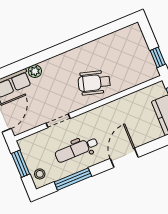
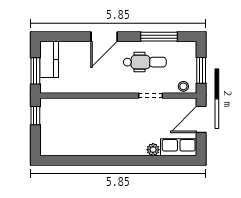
wheelchair: (94, 83) -> (103, 117), removed
stool: (40, 174) -> (183, 86), moved

